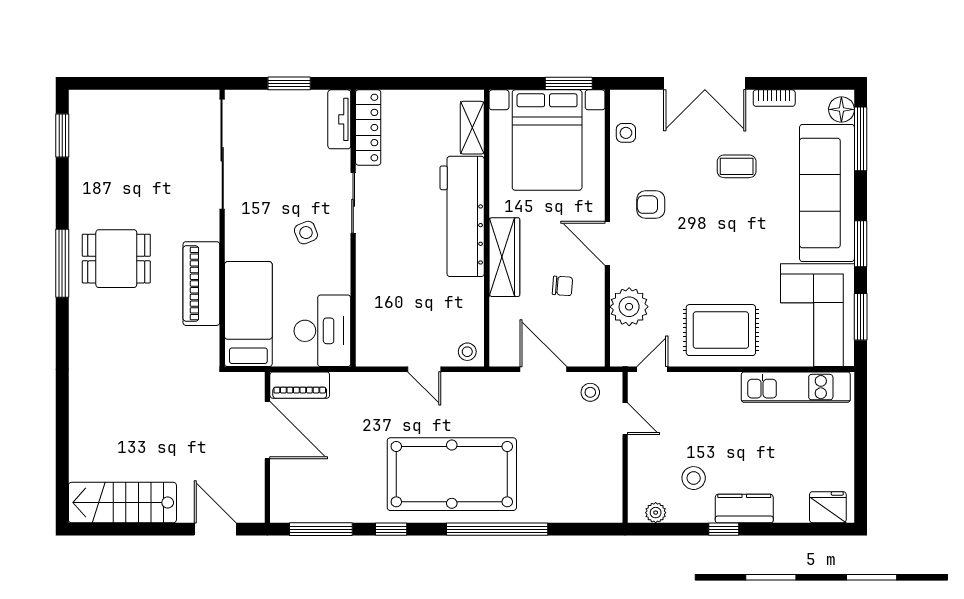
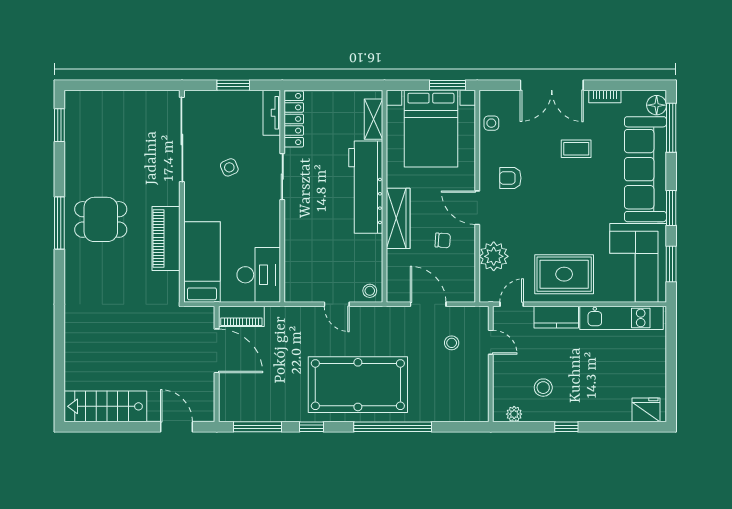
side table: (306, 233) -> (229, 167), moved
stool: (590, 392) -> (452, 343), moved
kitchen counter: (744, 508) -> (556, 317), moved, turned 180

